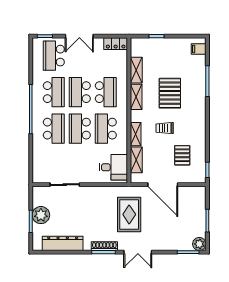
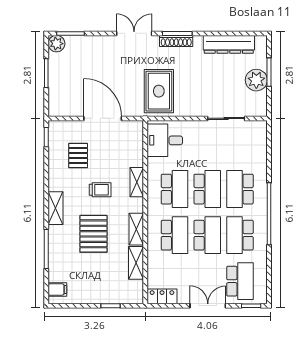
school desk: (106, 92) -> (174, 235), turned 180
shelving: (136, 160) -> (56, 208), moved
rug: (129, 214) -> (159, 91), moved

